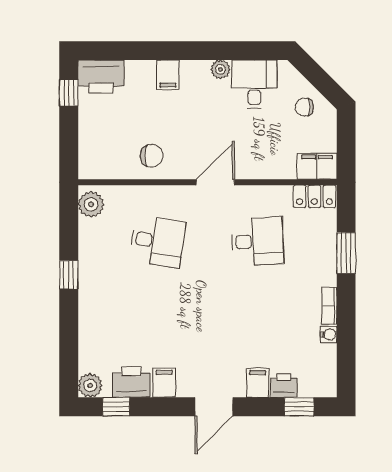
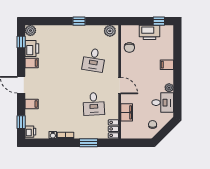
printer: (101, 76) -> (149, 32), moved, turned -90
chair: (152, 156) -> (129, 47), moved
filing cabinet: (317, 166) -> (127, 112), moved
printer: (284, 385) -> (30, 132), moved

